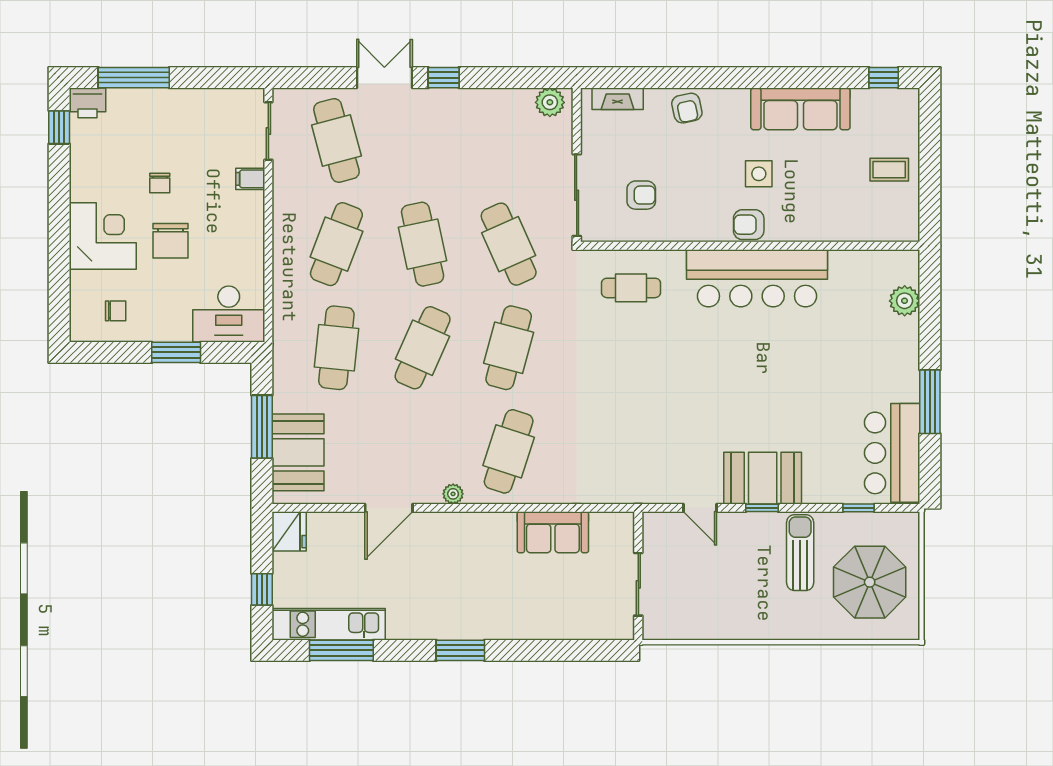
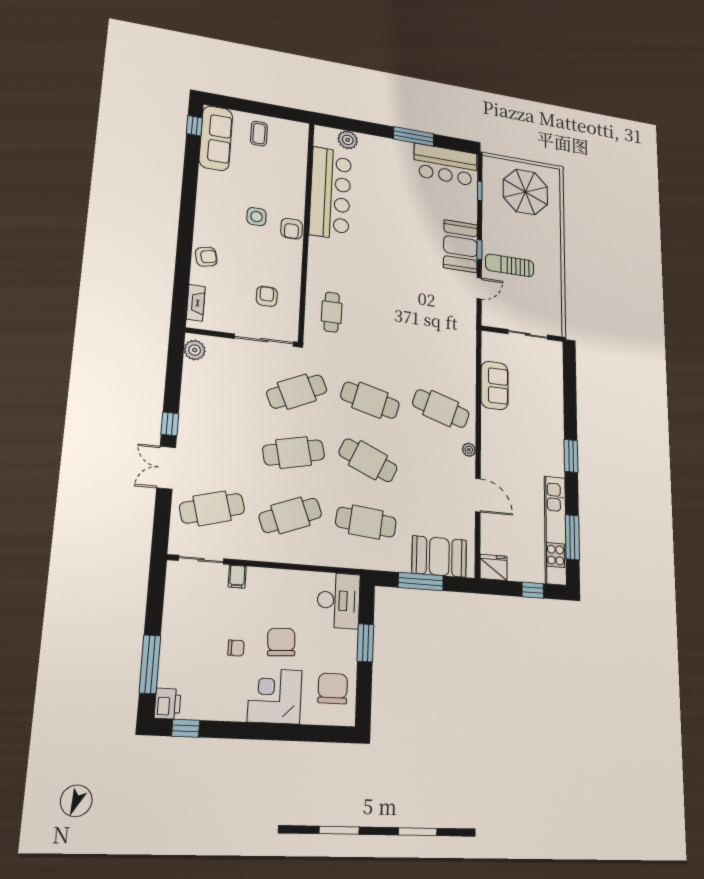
sofa: (800, 109) -> (216, 138), moved
chair: (170, 241) -> (281, 642), turned -93
cafe table: (336, 244) -> (290, 515), turned -42
bar counter: (757, 278) -> (330, 193), moved
chair: (116, 311) -> (333, 688), width x1.87, depth x1.87
sun lounger: (800, 553) -> (510, 265), moved
kitchen unit: (329, 624) -> (555, 530), width x1.36

